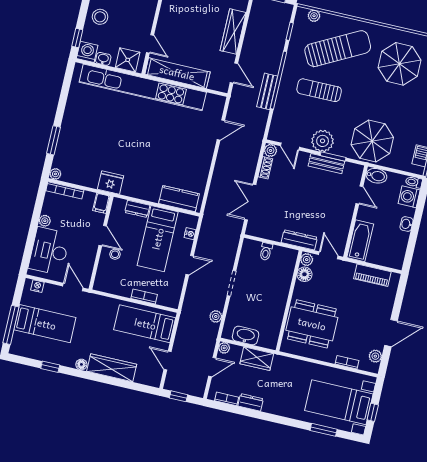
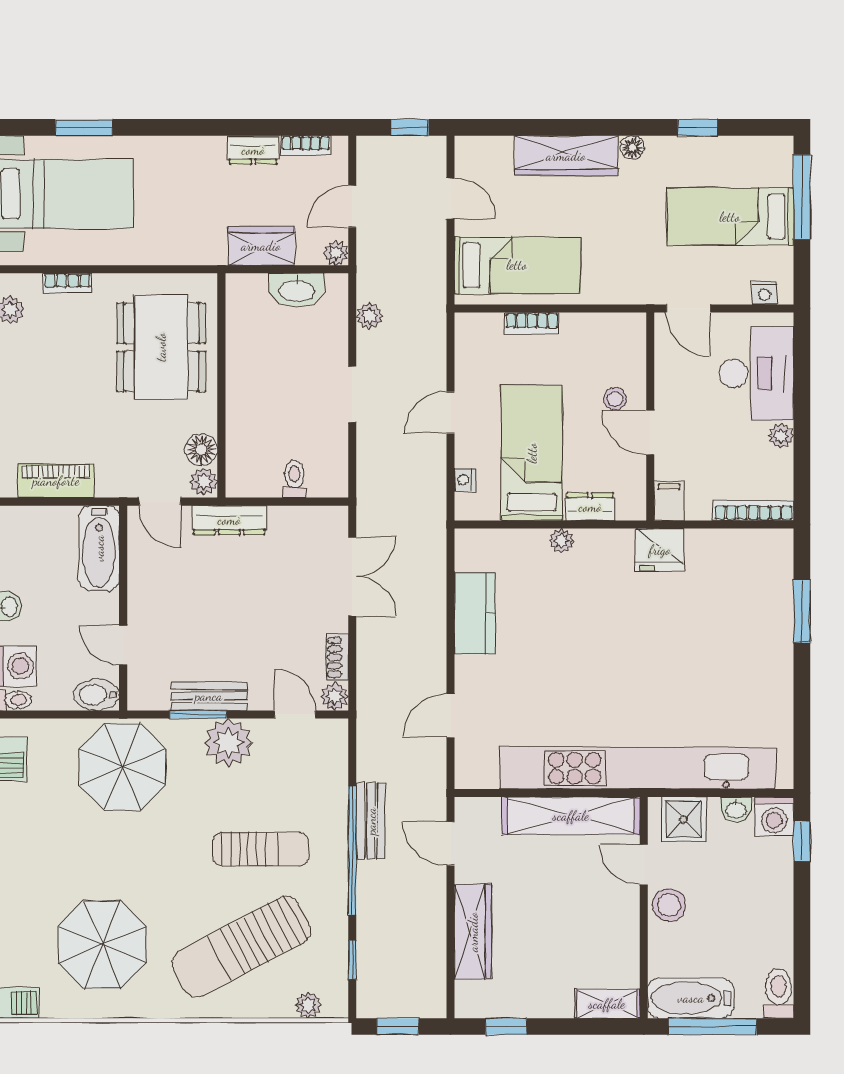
stool: (100, 17) -> (669, 905), moved
plant: (55, 174) -> (562, 541), moved
kitchen counter: (179, 199) -> (475, 613), moved, turned -90
dining table: (312, 324) -> (161, 347), turned 90

